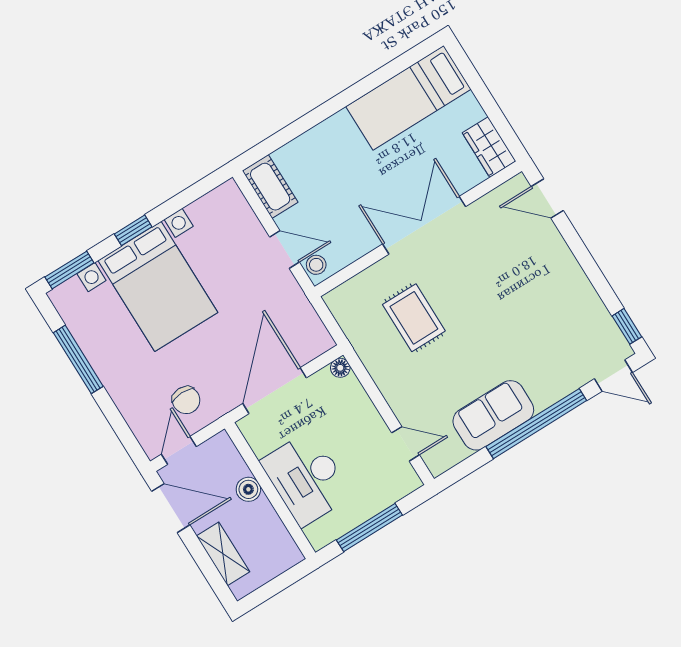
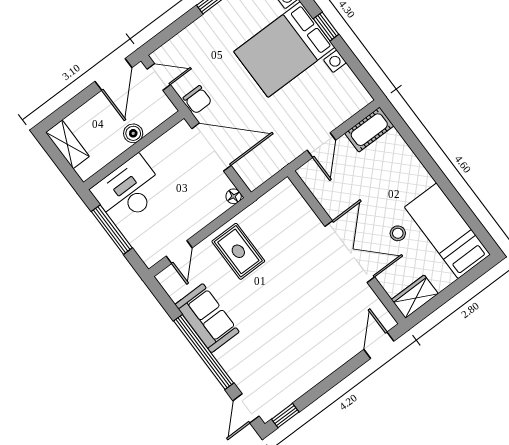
stool: (316, 265) -> (398, 233), moved
rug: (414, 318) -> (238, 251), moved, turned 90
chair: (186, 400) -> (197, 100), moved, turned -89
desk: (306, 478) -> (128, 190), moved
shelving: (223, 554) -> (67, 144), moved, turned 90

